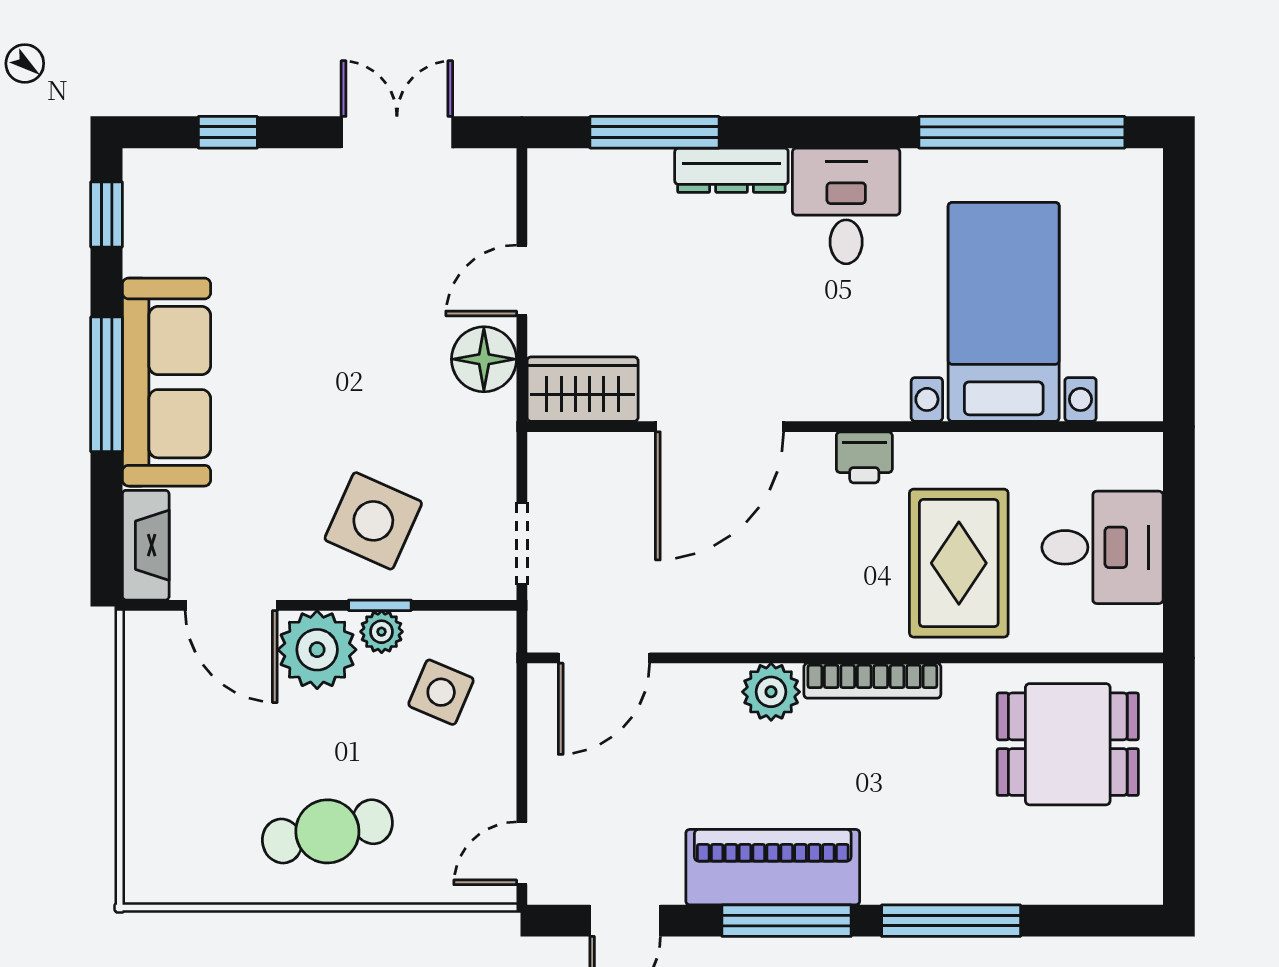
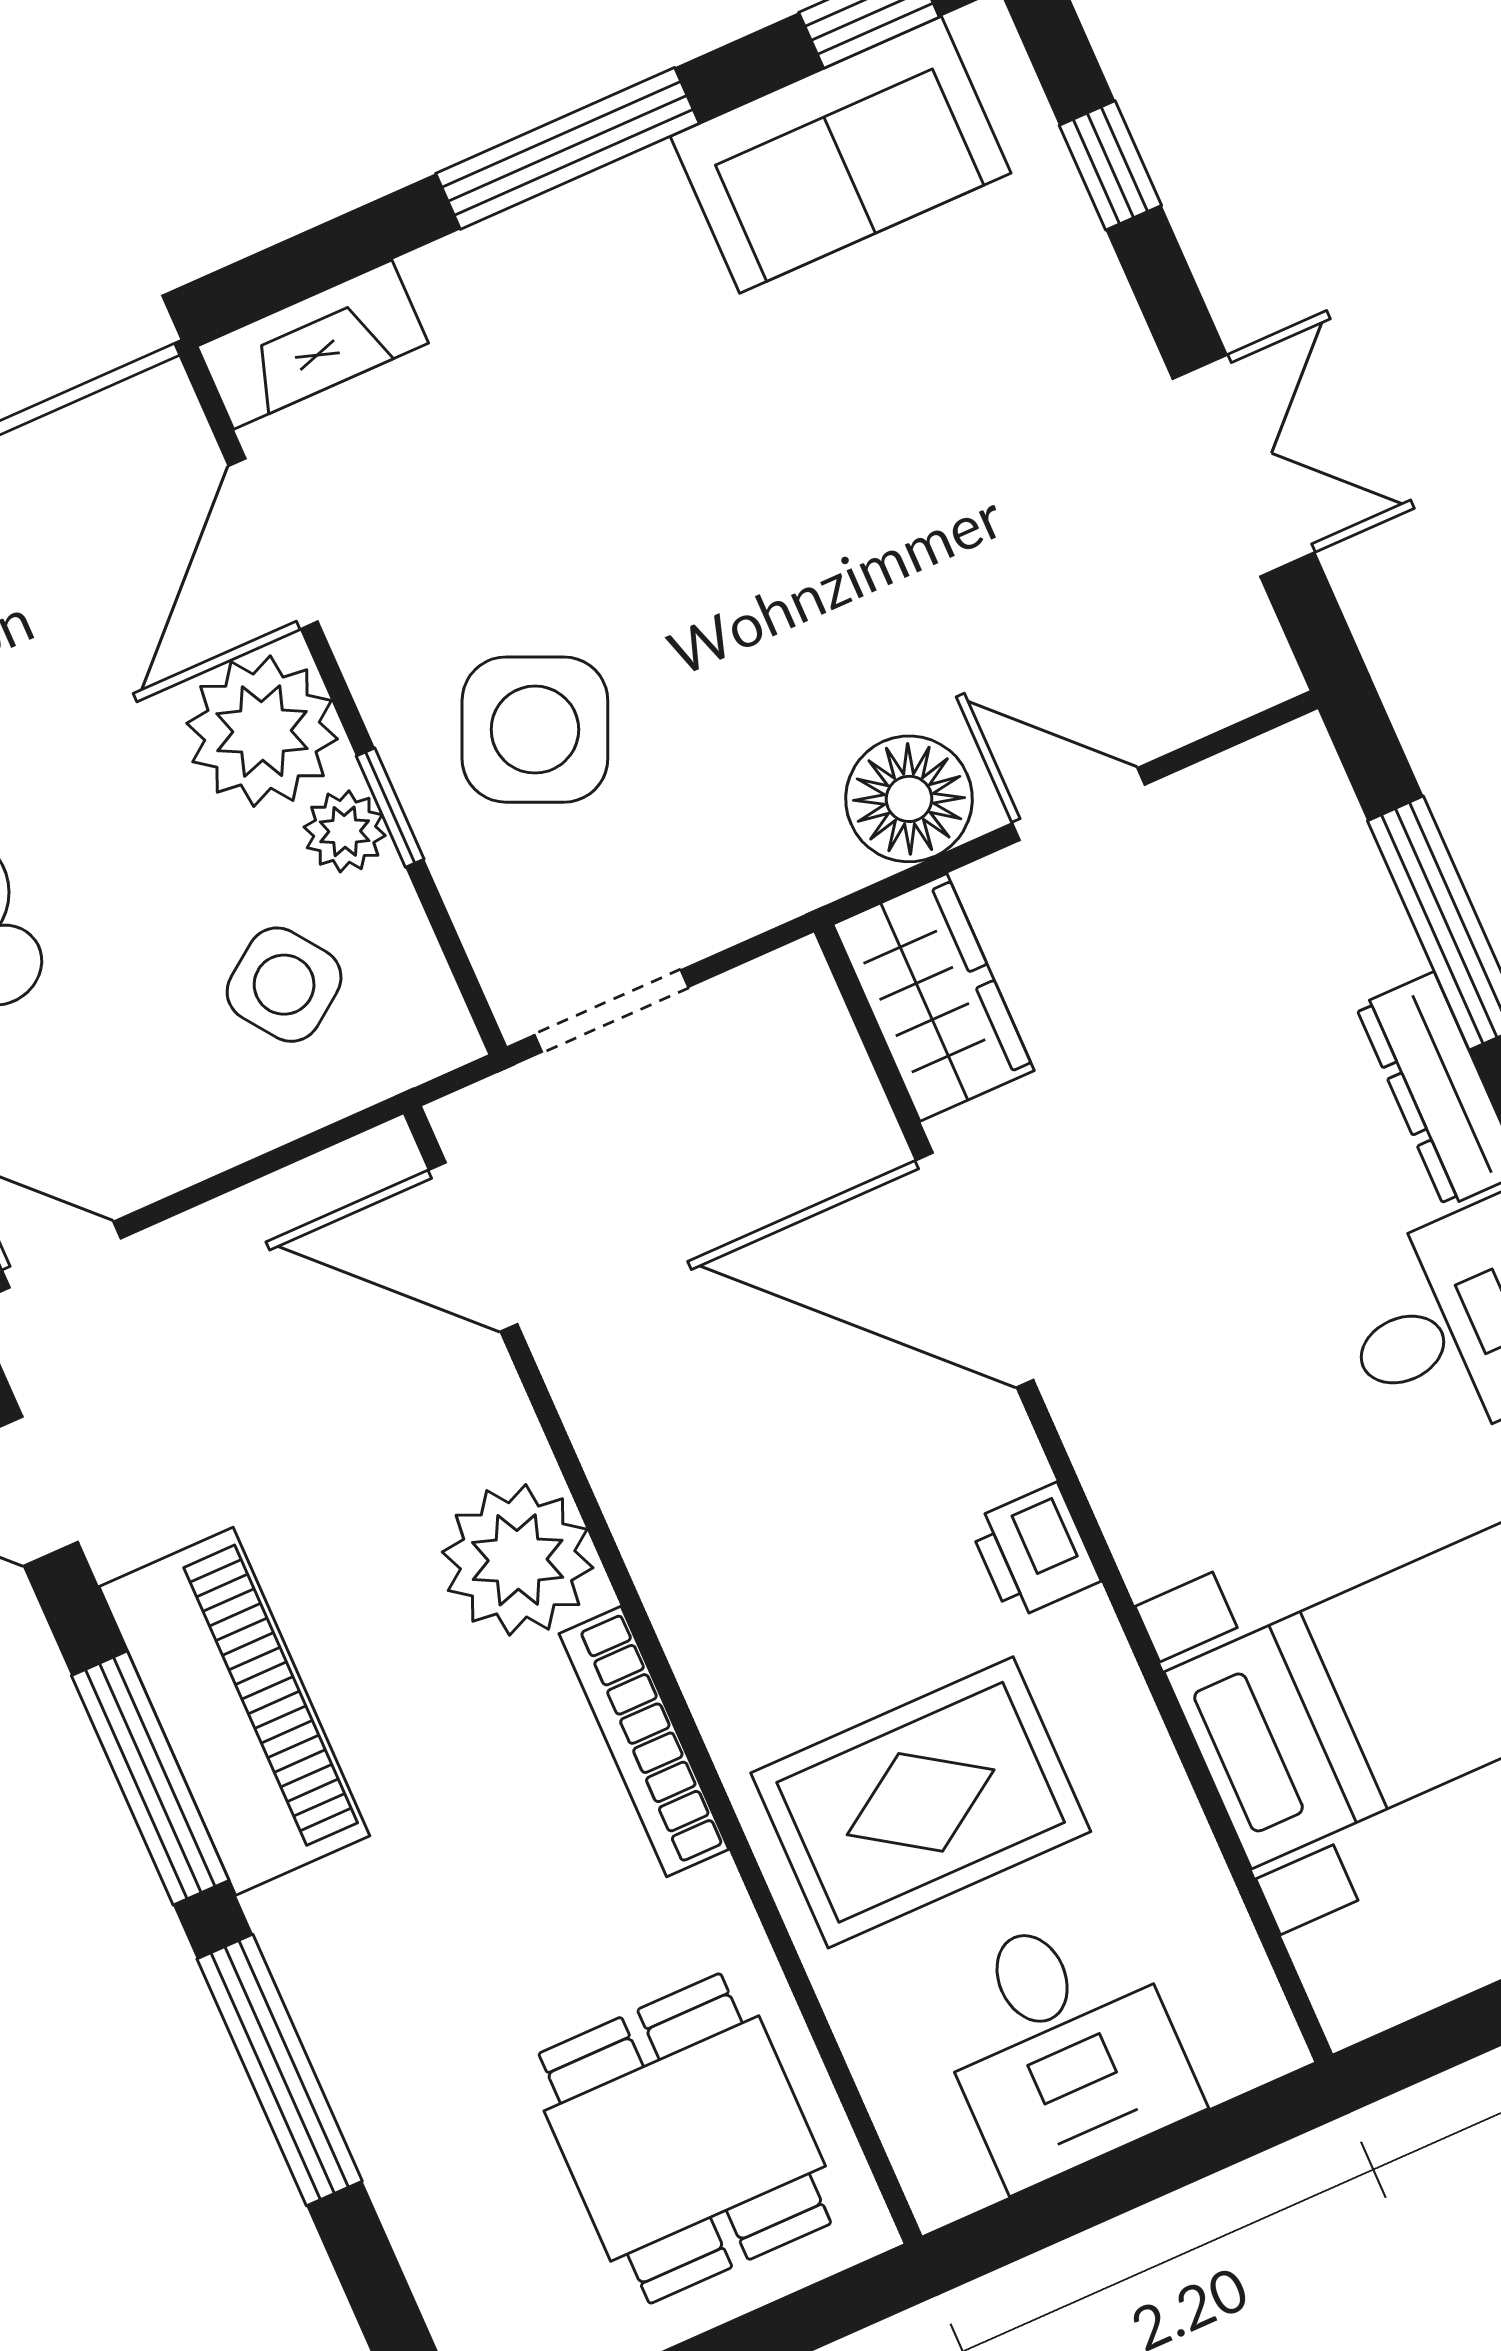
sofa: (166, 382) -> (841, 155), moved, width x0.73
side table: (441, 692) -> (284, 985), turned 31
plant: (771, 692) -> (518, 1560), width x1.36, depth x1.36

